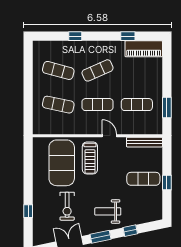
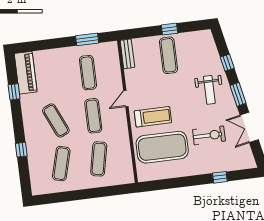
bench: (144, 142) -> (127, 54), width x0.73

